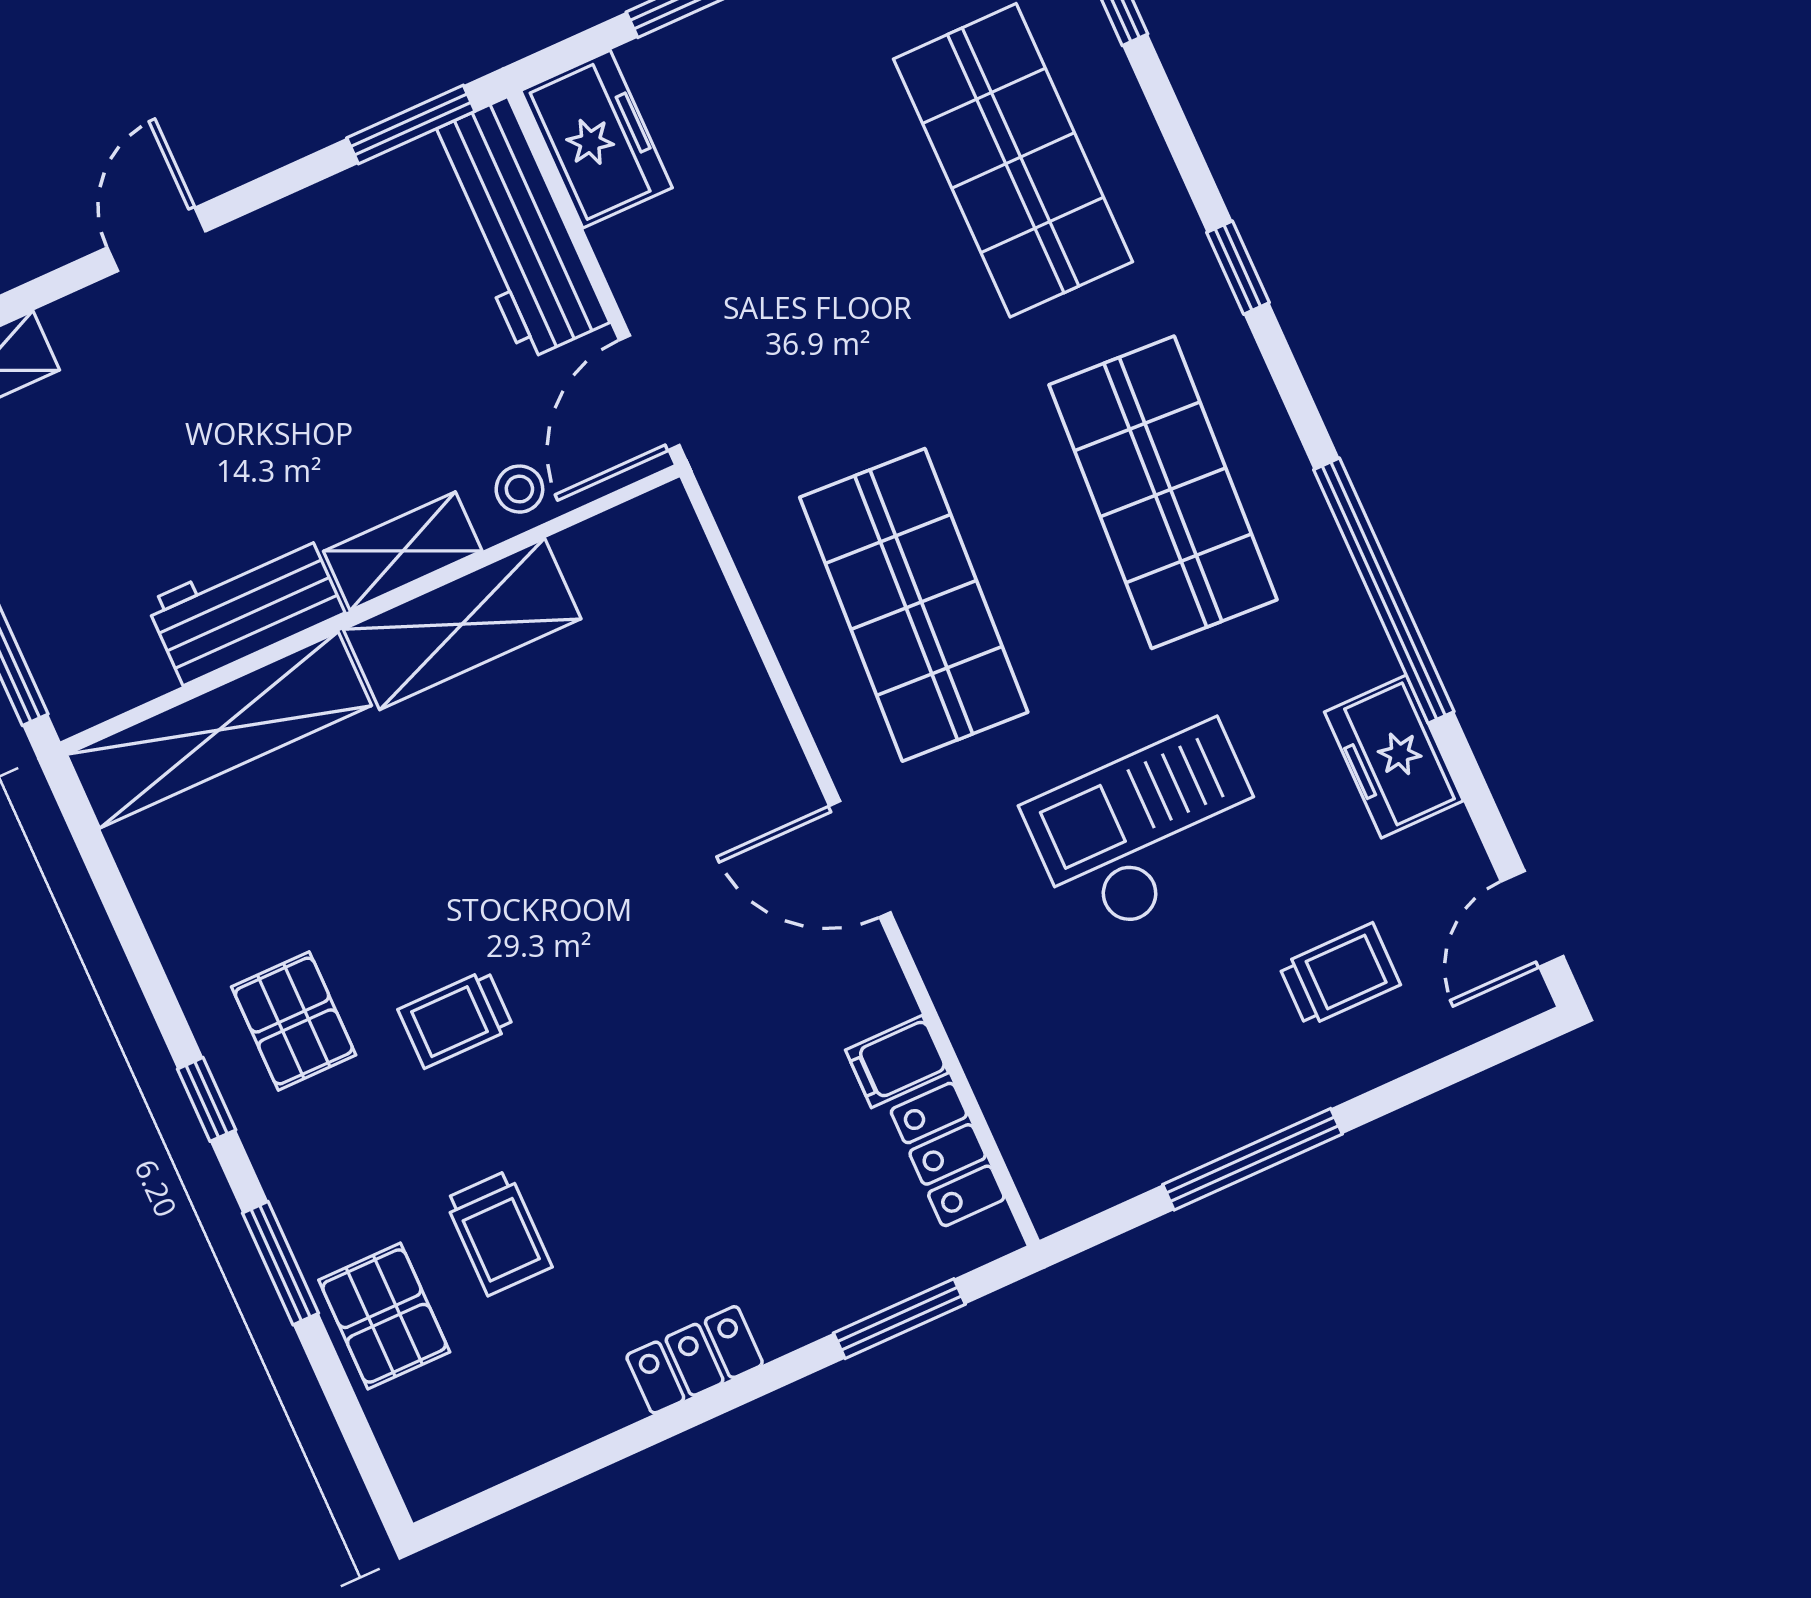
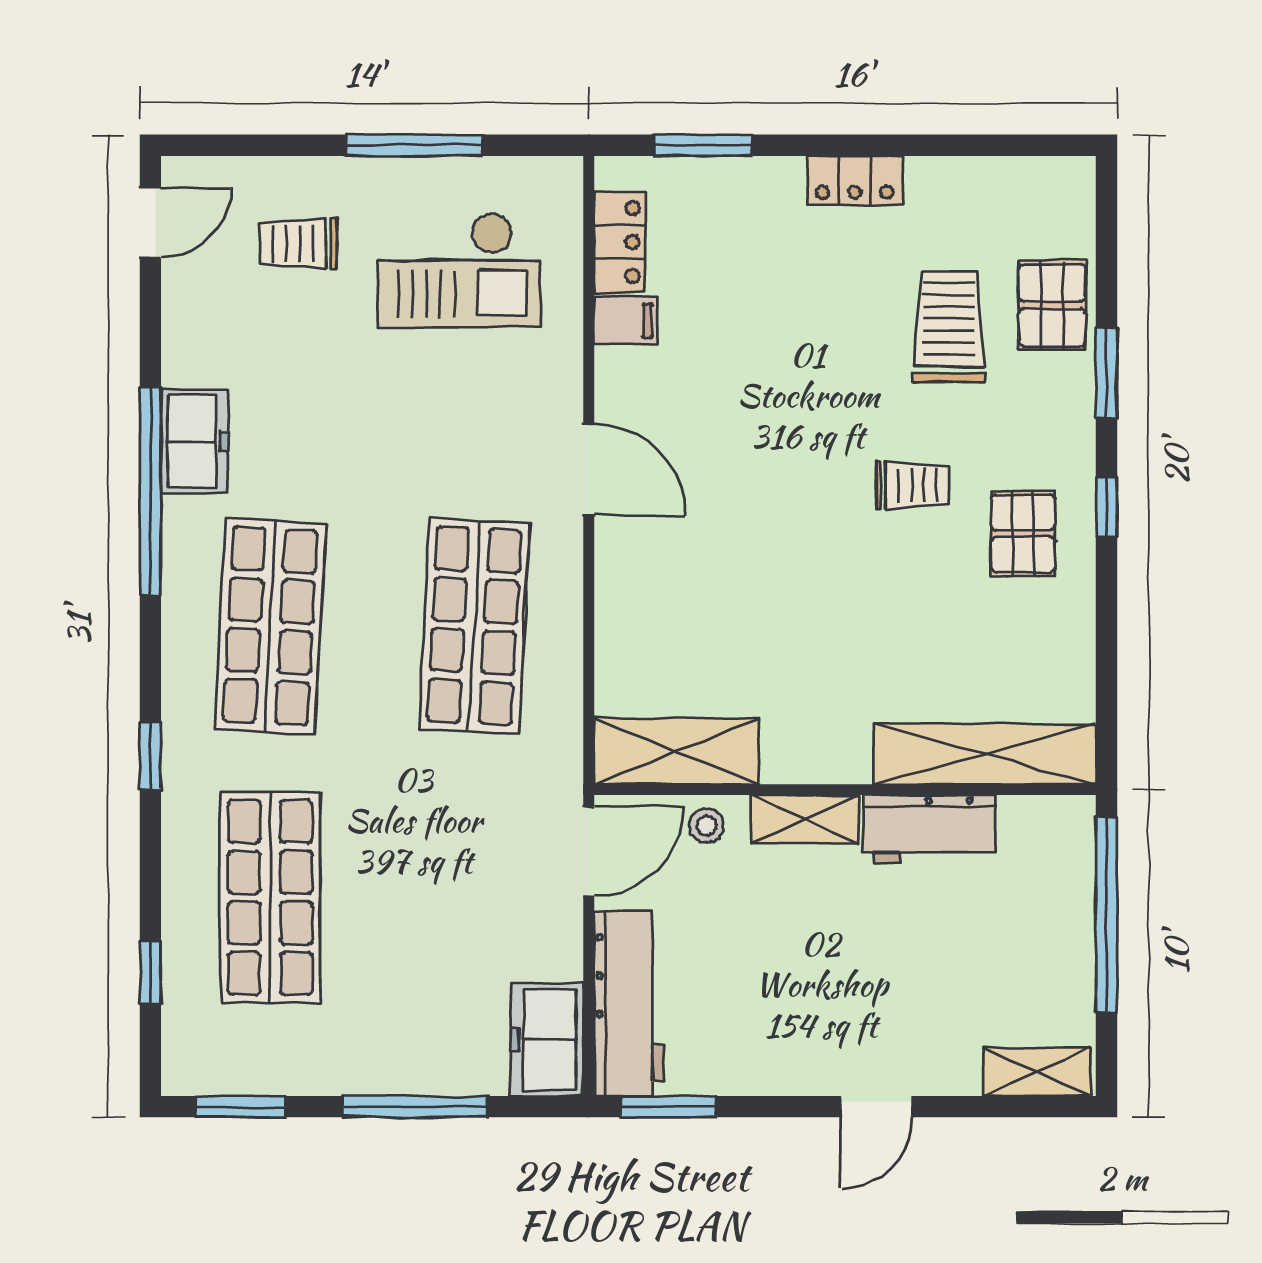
shelving: (462, 624) -> (676, 751), moved
freezer: (1394, 756) -> (194, 441), moved
checkout: (1149, 831) -> (459, 270), moved
trolley: (498, 1233) -> (949, 327), width x1.36, depth x1.39

